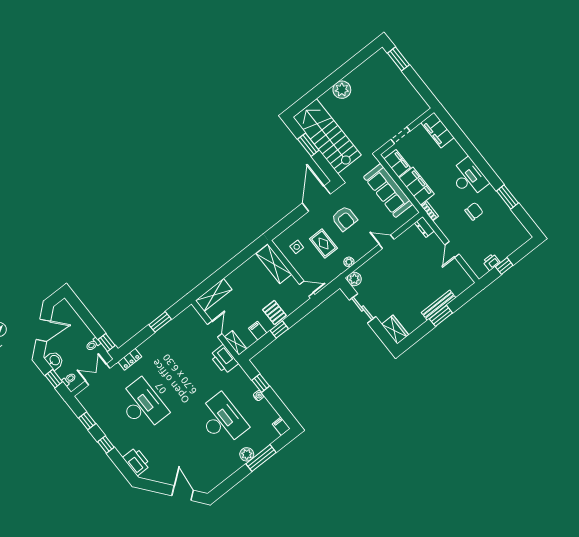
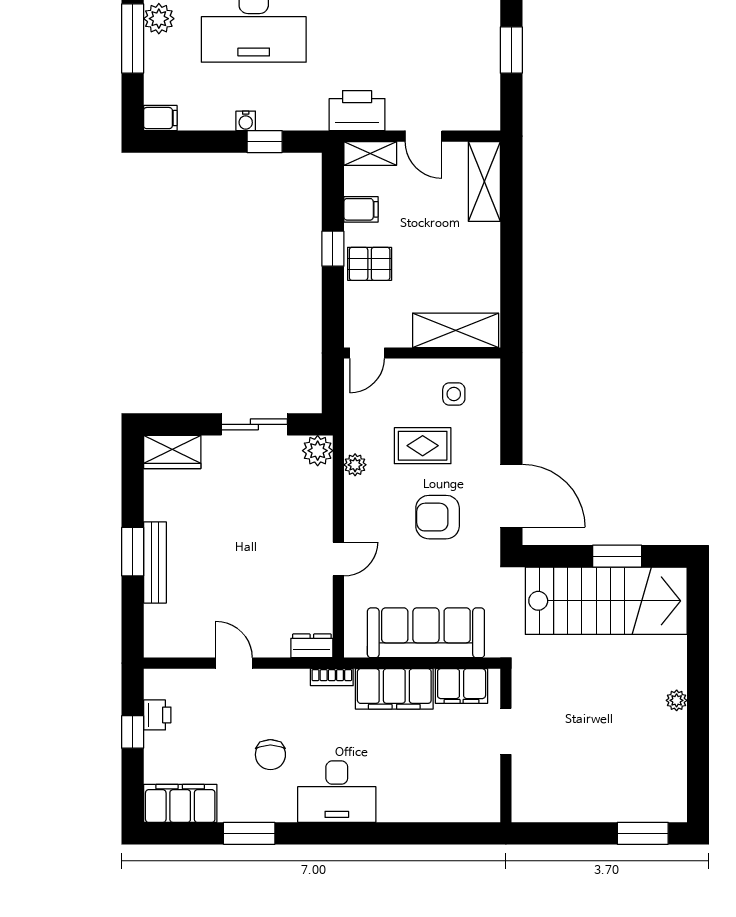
plant: (342, 90) -> (677, 700), width x0.53, depth x0.53
filing cabinet: (438, 130) -> (180, 803), moved

